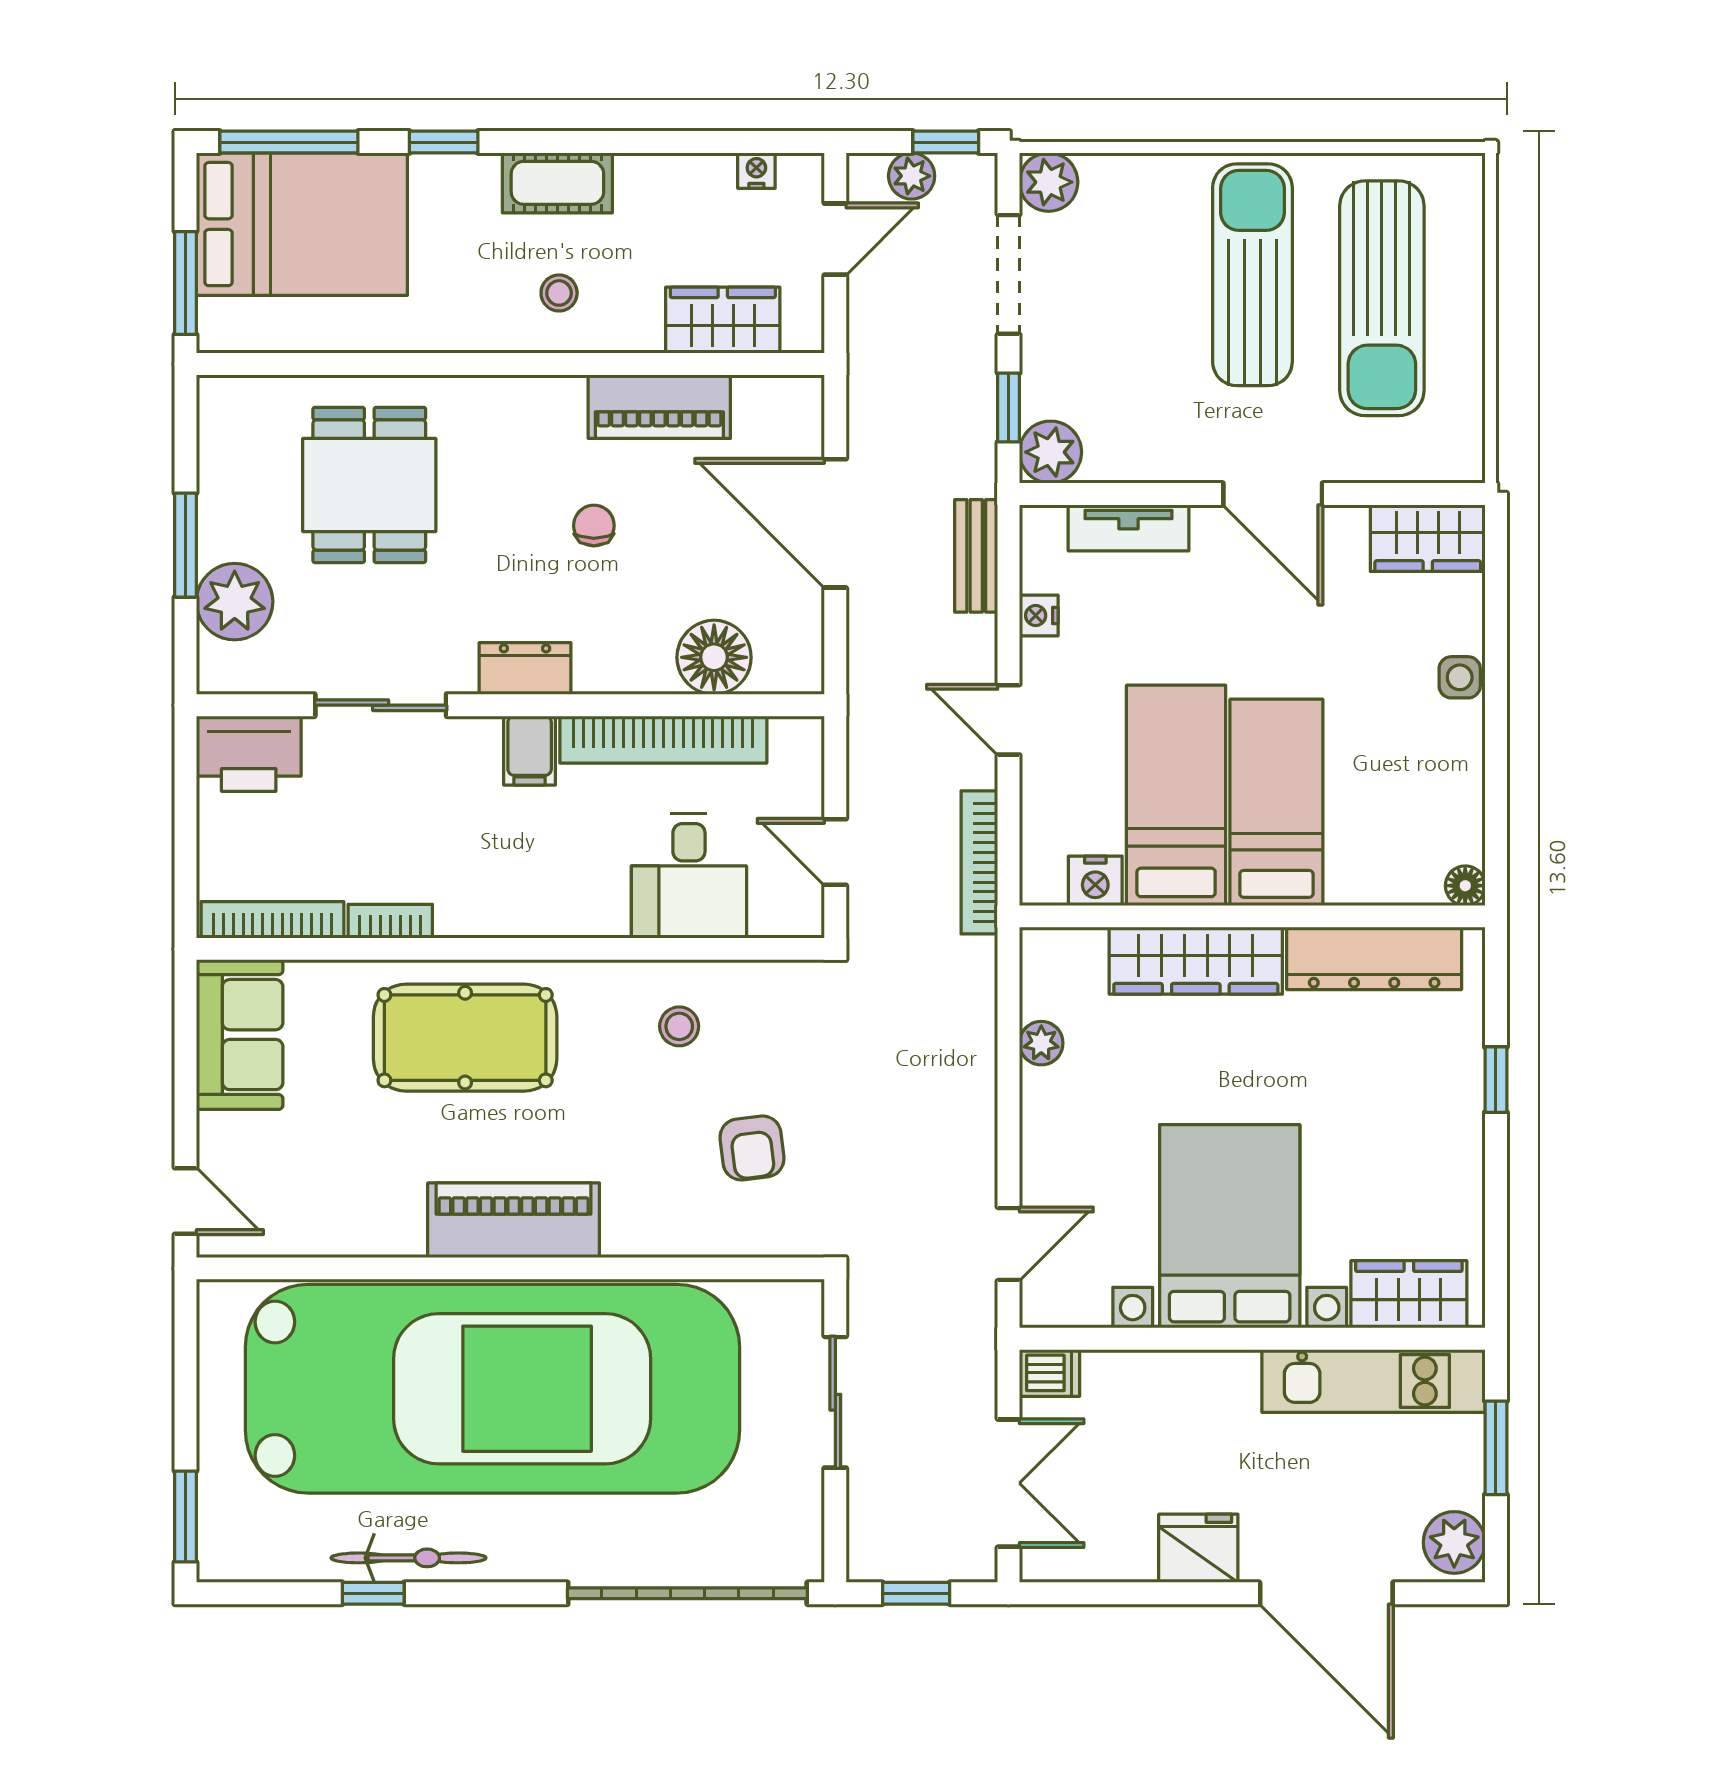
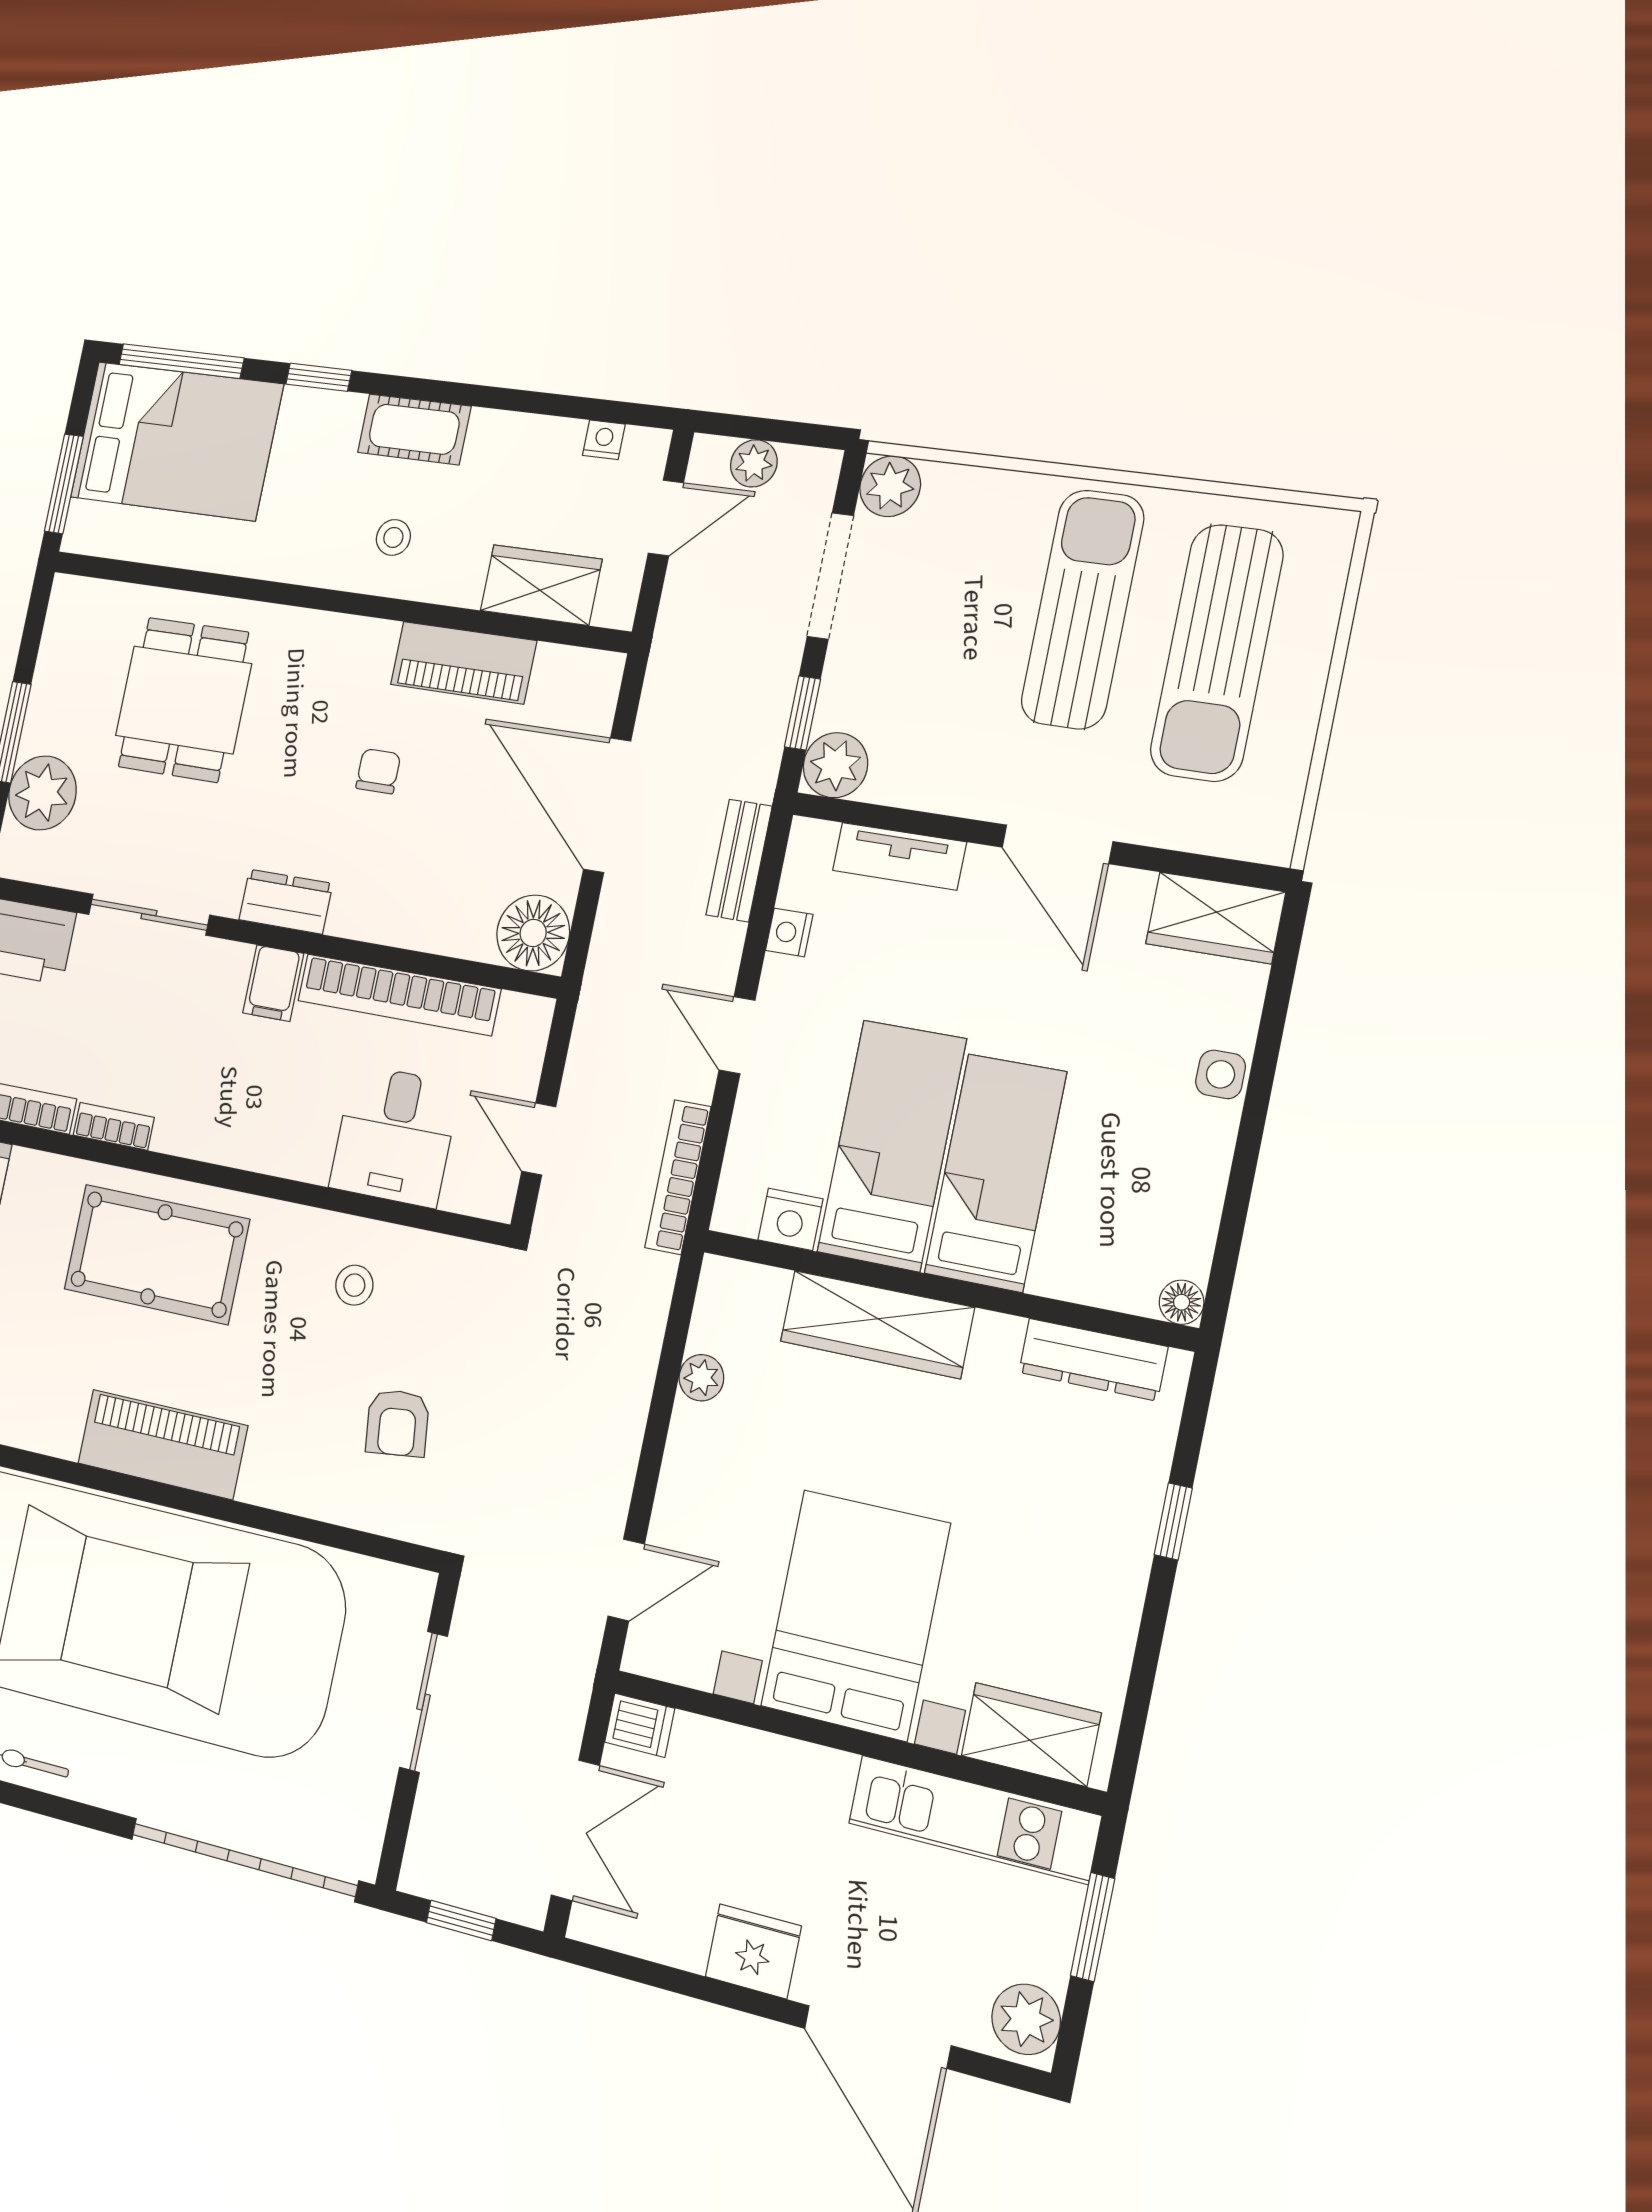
window: (946, 142) -> (795, 433), removed
floor lamp: (714, 657) -> (533, 933), moved
dresser: (1374, 958) -> (1093, 1360), width x0.73, depth x0.80

